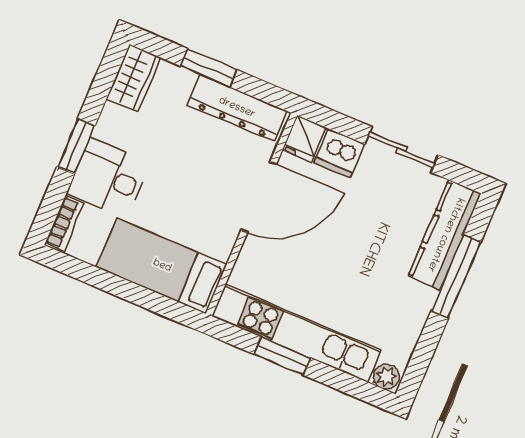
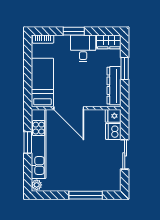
desk: (108, 178) -> (83, 48), moved
door: (259, 197) -> (69, 108), moved
kitchen counter: (445, 235) -> (99, 184), removed

